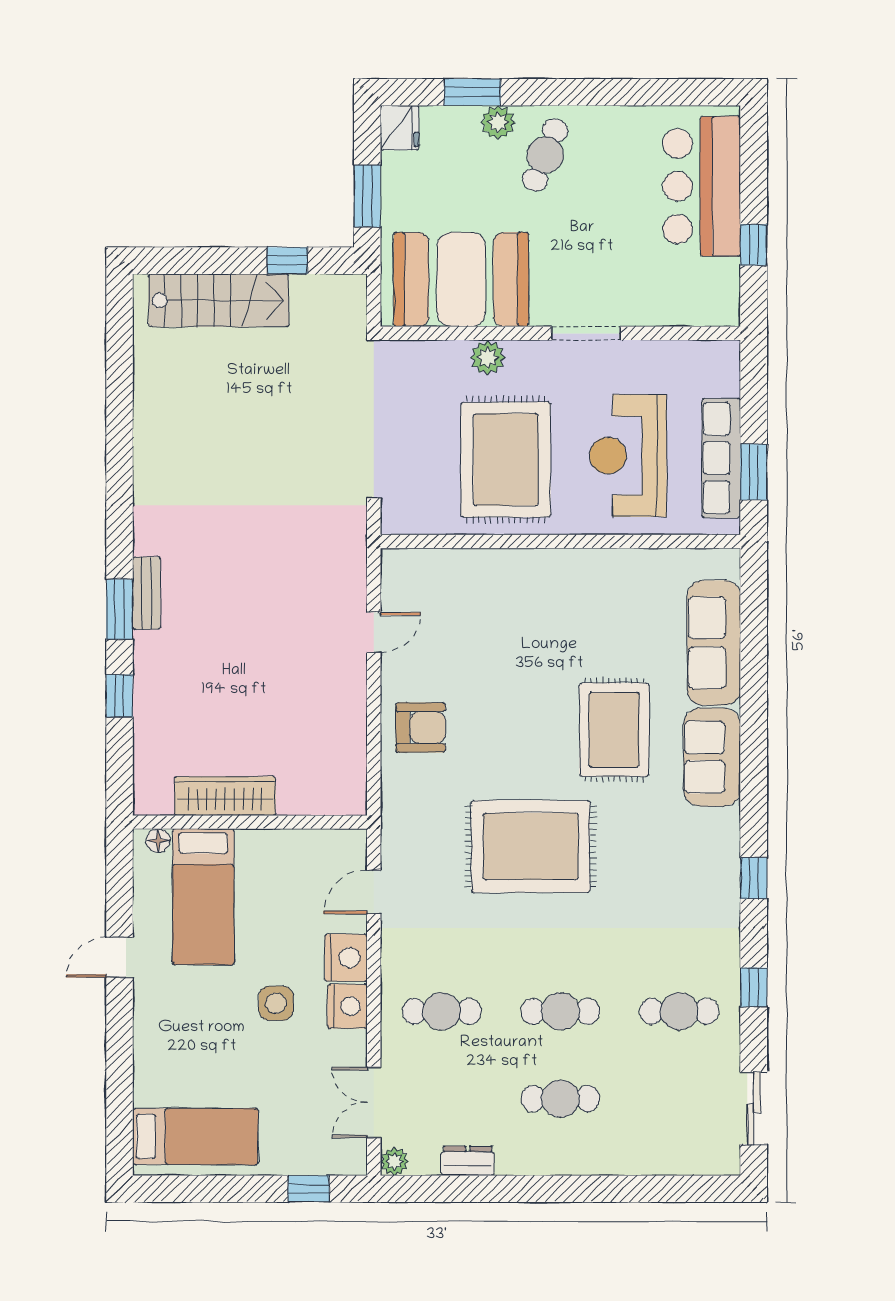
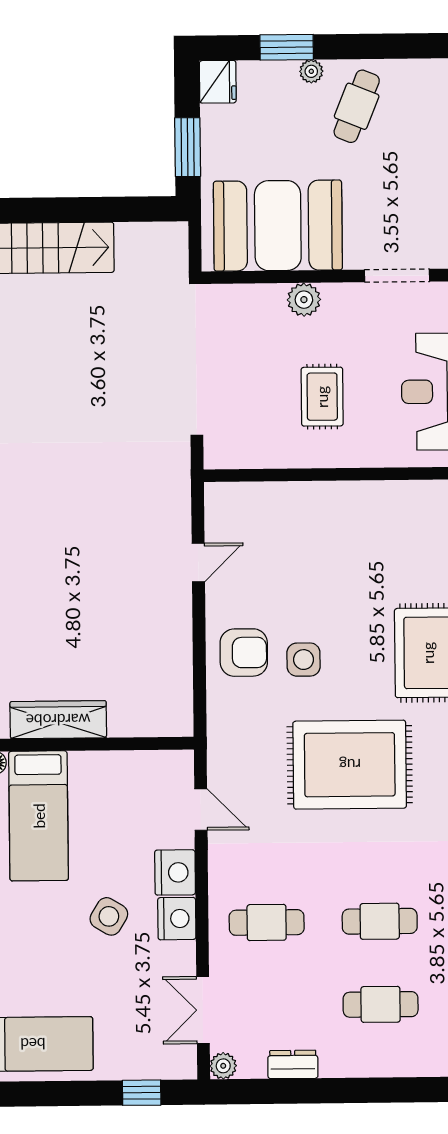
plant: (498, 122) -> (311, 71), width x0.73, depth x0.73
window: (287, 261) -> (112, 209), removed
rug: (506, 460) -> (322, 397), width x0.54, depth x0.49
side table: (483, 736) -> (304, 660), added
door: (374, 892) -> (201, 809), swing flipped
side table: (276, 1003) -> (109, 916), turned 31

